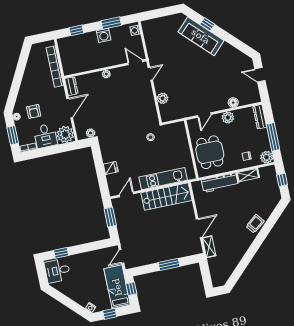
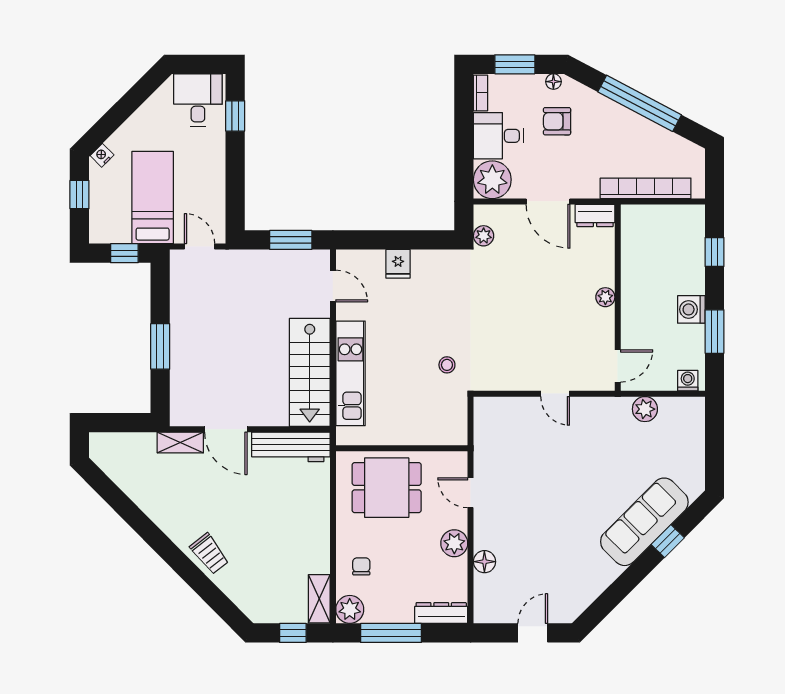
door: (150, 74) -> (555, 394), moved
window: (18, 77) -> (640, 103), added
plant: (163, 98) -> (645, 409), moved
shelving: (248, 175) -> (319, 599), moved
workbench: (220, 183) -> (291, 447), moved, turned -90
bed: (117, 287) -> (153, 198), moved, turned -90

